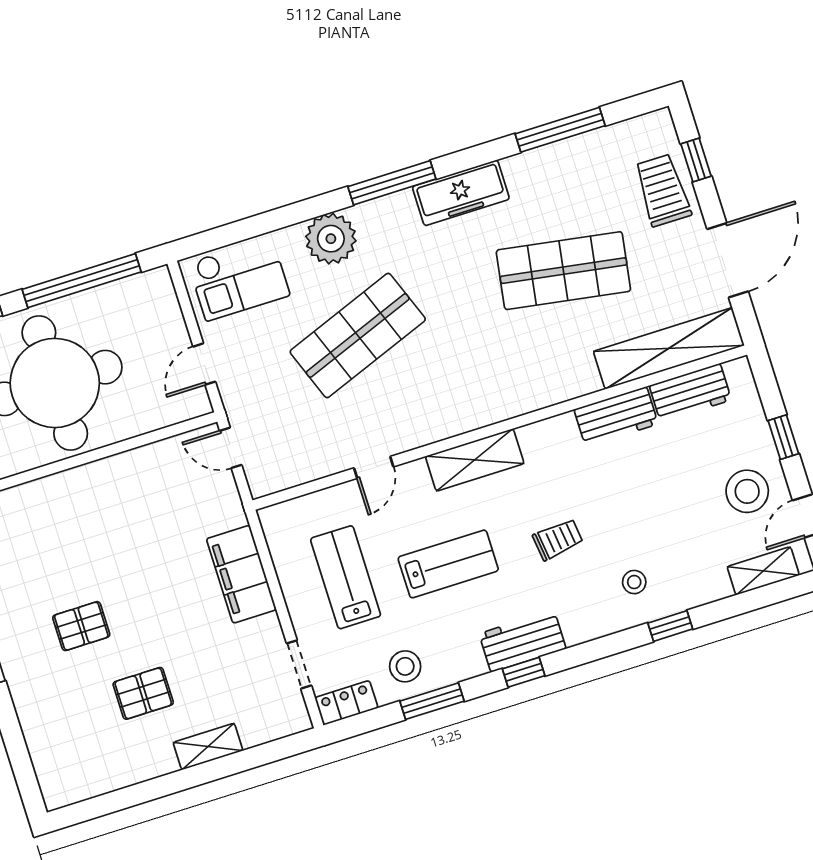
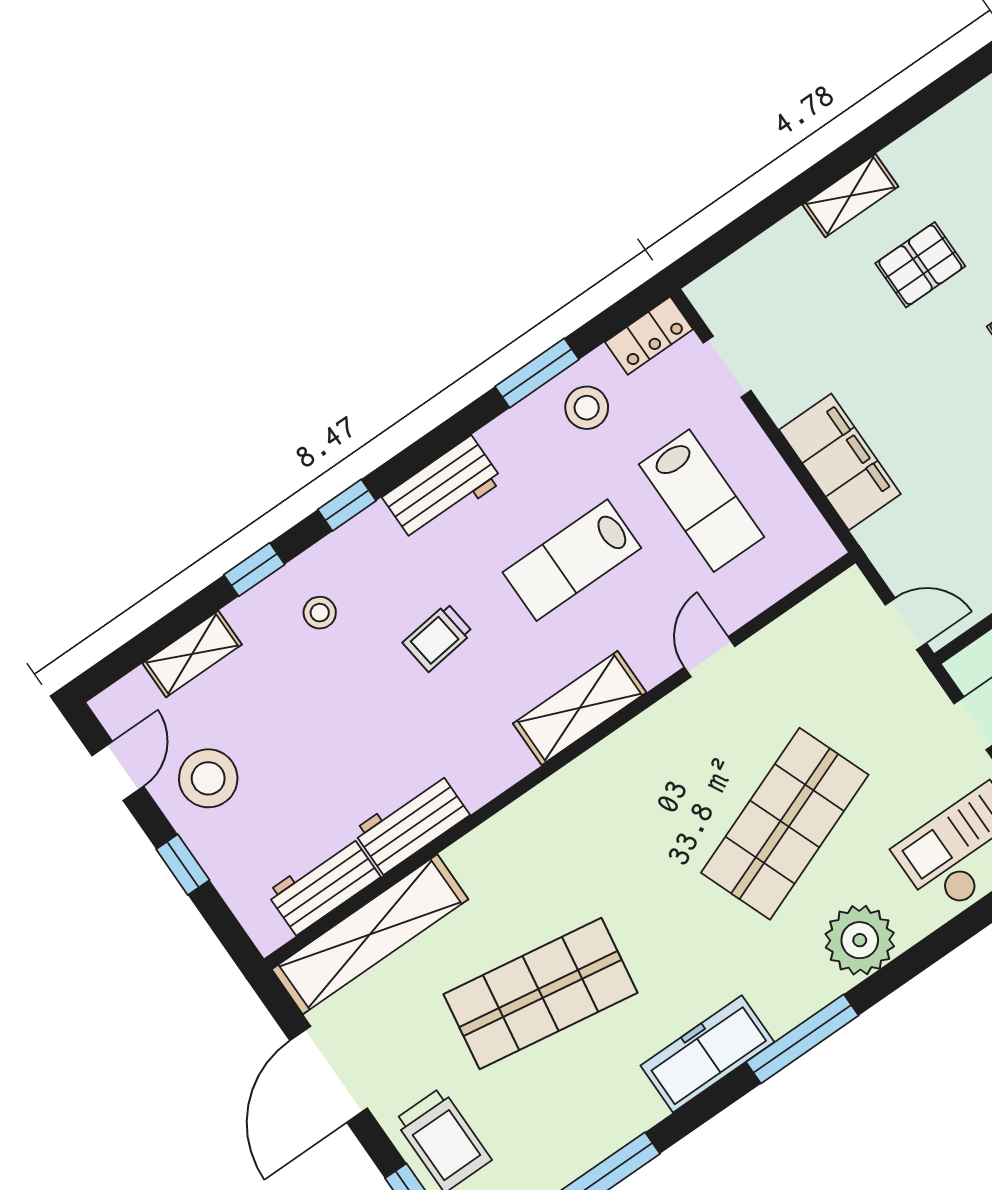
shelving: (763, 571) -> (192, 654), moved
window: (524, 672) -> (347, 505), moved
shelving: (208, 747) -> (850, 196), moved

